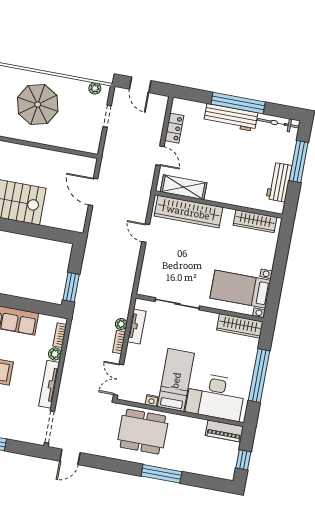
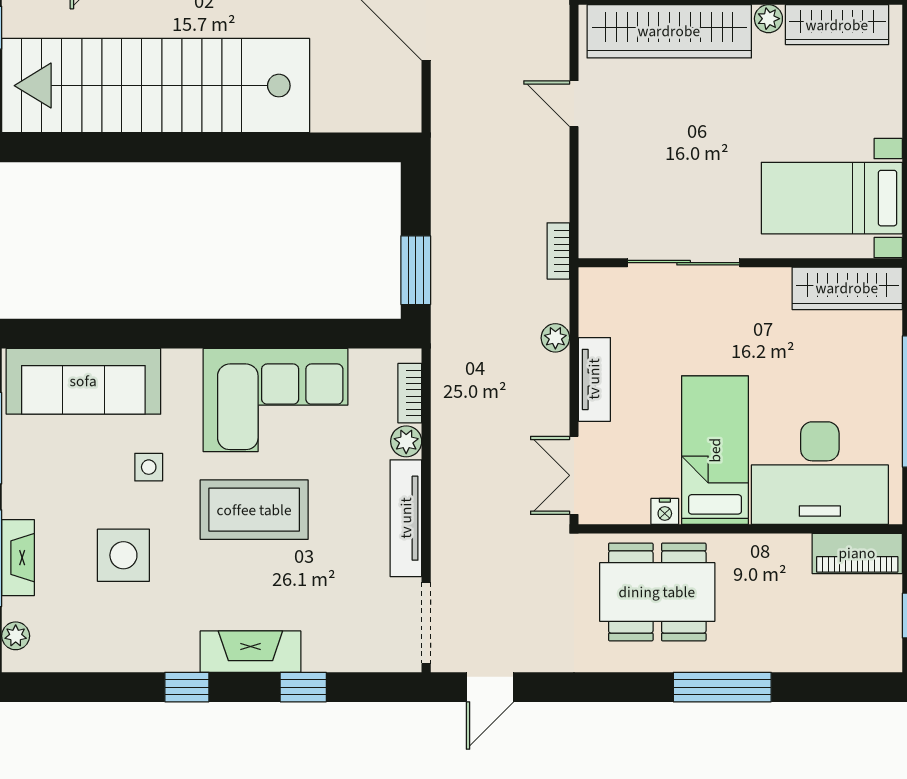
plant: (228, 214) -> (768, 19), added
tv unit: (137, 326) -> (594, 379), moved
bookcase: (119, 342) -> (558, 251), moved

